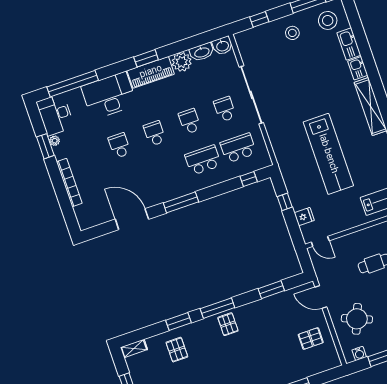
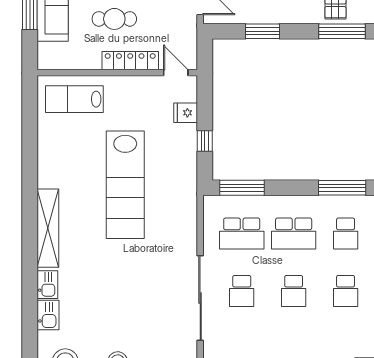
kitchen sink: (349, 44) -> (48, 315), width x0.73
lab bench: (328, 154) -> (125, 185), turned 180
school desk: (168, 172) -> (346, 234), added
window: (249, 179) -> (242, 188), width x2.17
locker: (354, 239) -> (130, 61), added

